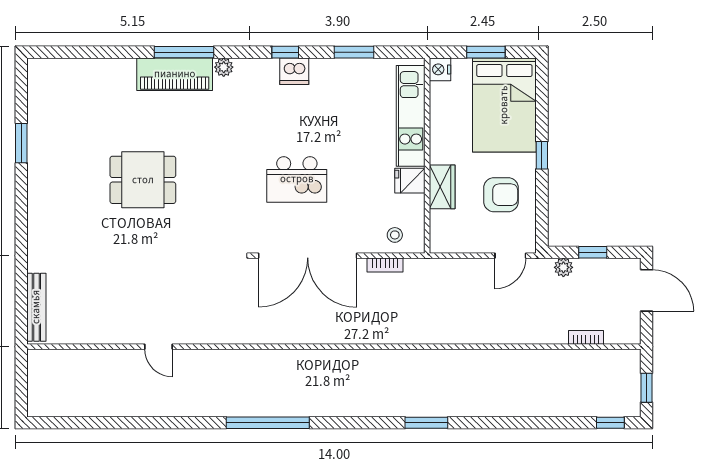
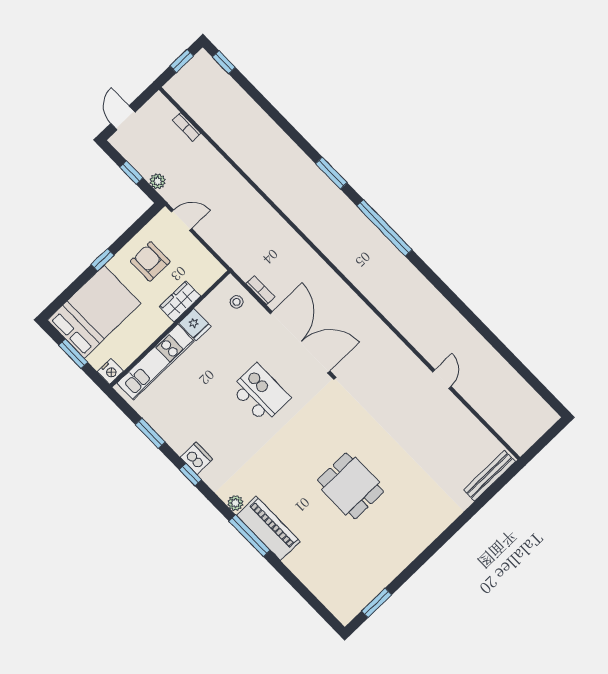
window: (21, 143) -> (377, 603), moved
door: (646, 290) -> (123, 118), width x0.73
window: (268, 423) -> (384, 228), moved

